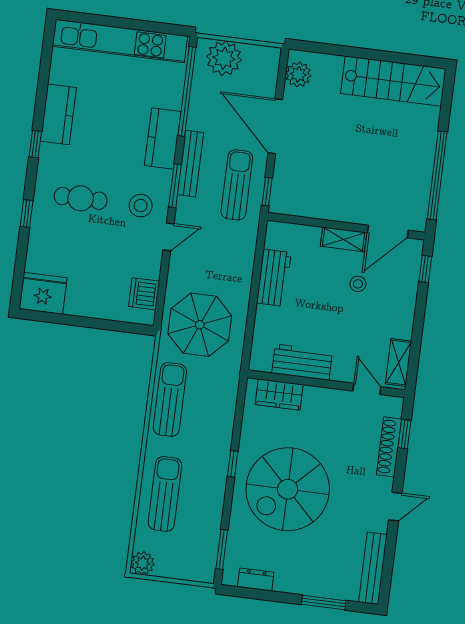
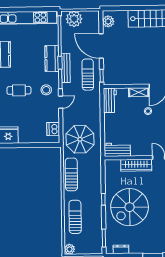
workbench: (274, 278) -> (110, 100), moved
workbench: (302, 362) -> (117, 150), moved
wardrobe: (279, 394) -> (136, 165), moved, width x1.50

